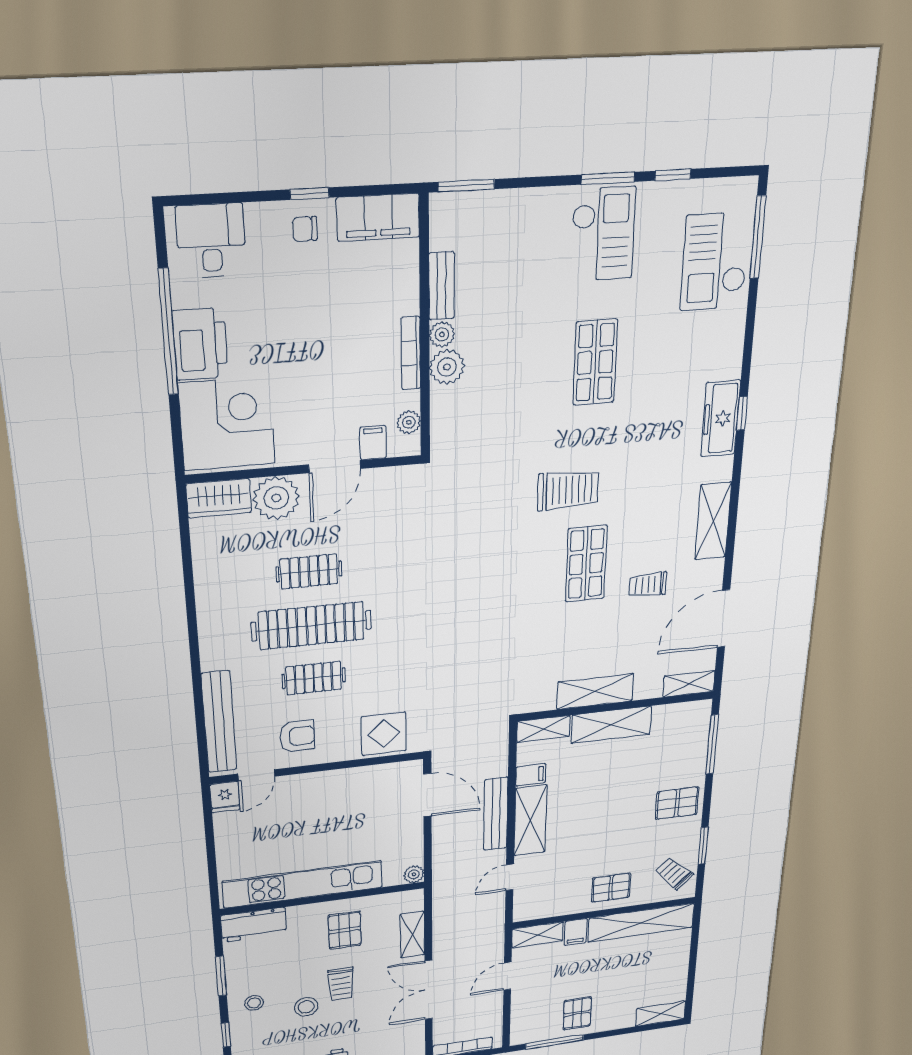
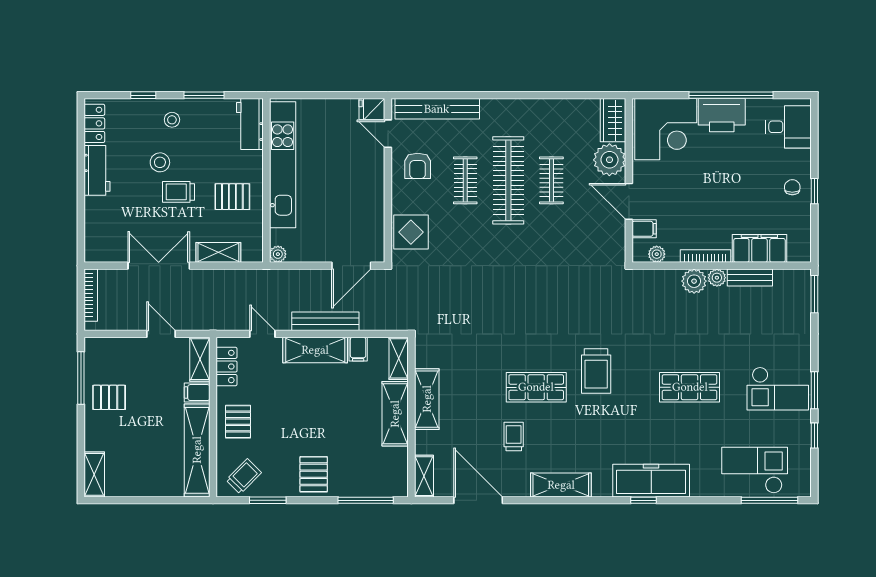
filing cabinet: (378, 217) -> (759, 248), moved, turned 90
freezer: (721, 418) -> (651, 481), width x1.36, depth x1.26
locker: (547, 908) -> (227, 366), added

